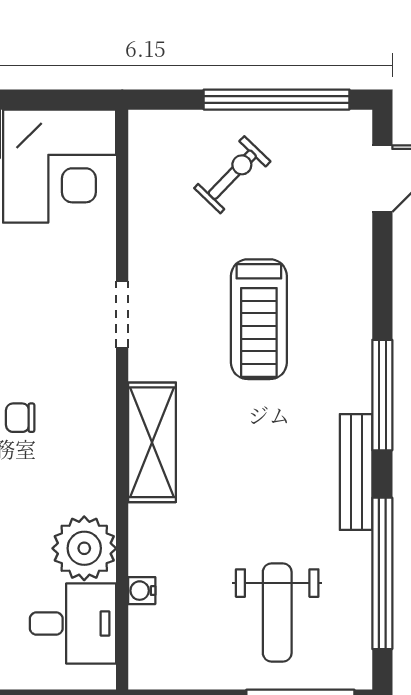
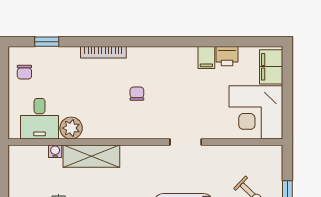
shelving: (152, 442) -> (91, 156), moved
plant: (84, 548) -> (71, 128), width x0.73, depth x0.73

